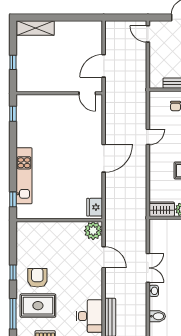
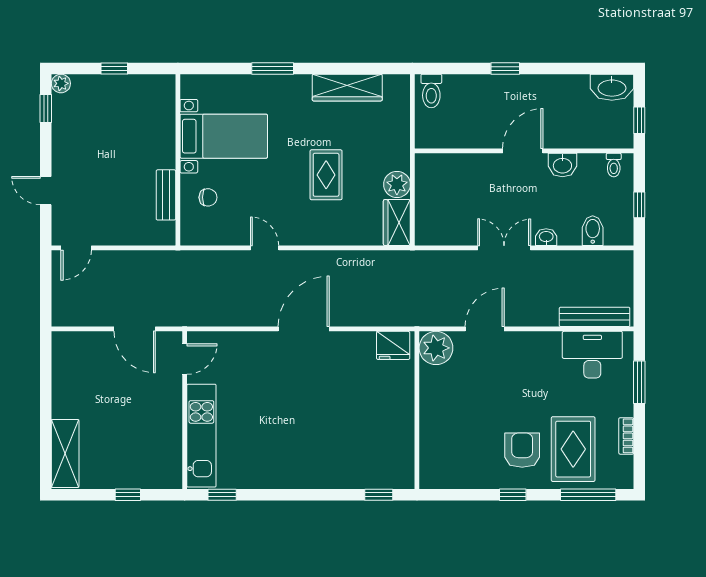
door: (104, 158) -> (304, 329), hinge flipped
kitchen unit: (24, 176) -> (201, 436), moved, turned 90
armchair: (37, 278) -> (522, 450), turned 90

